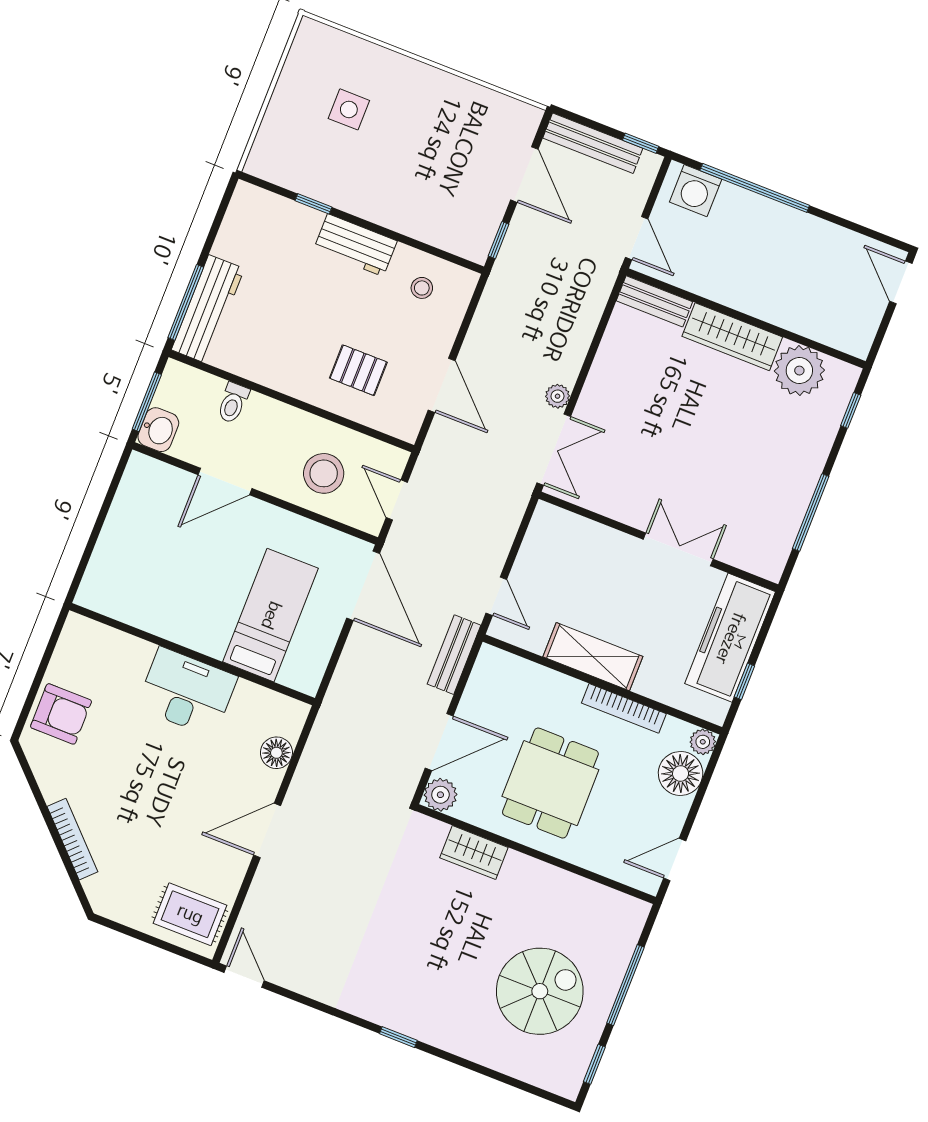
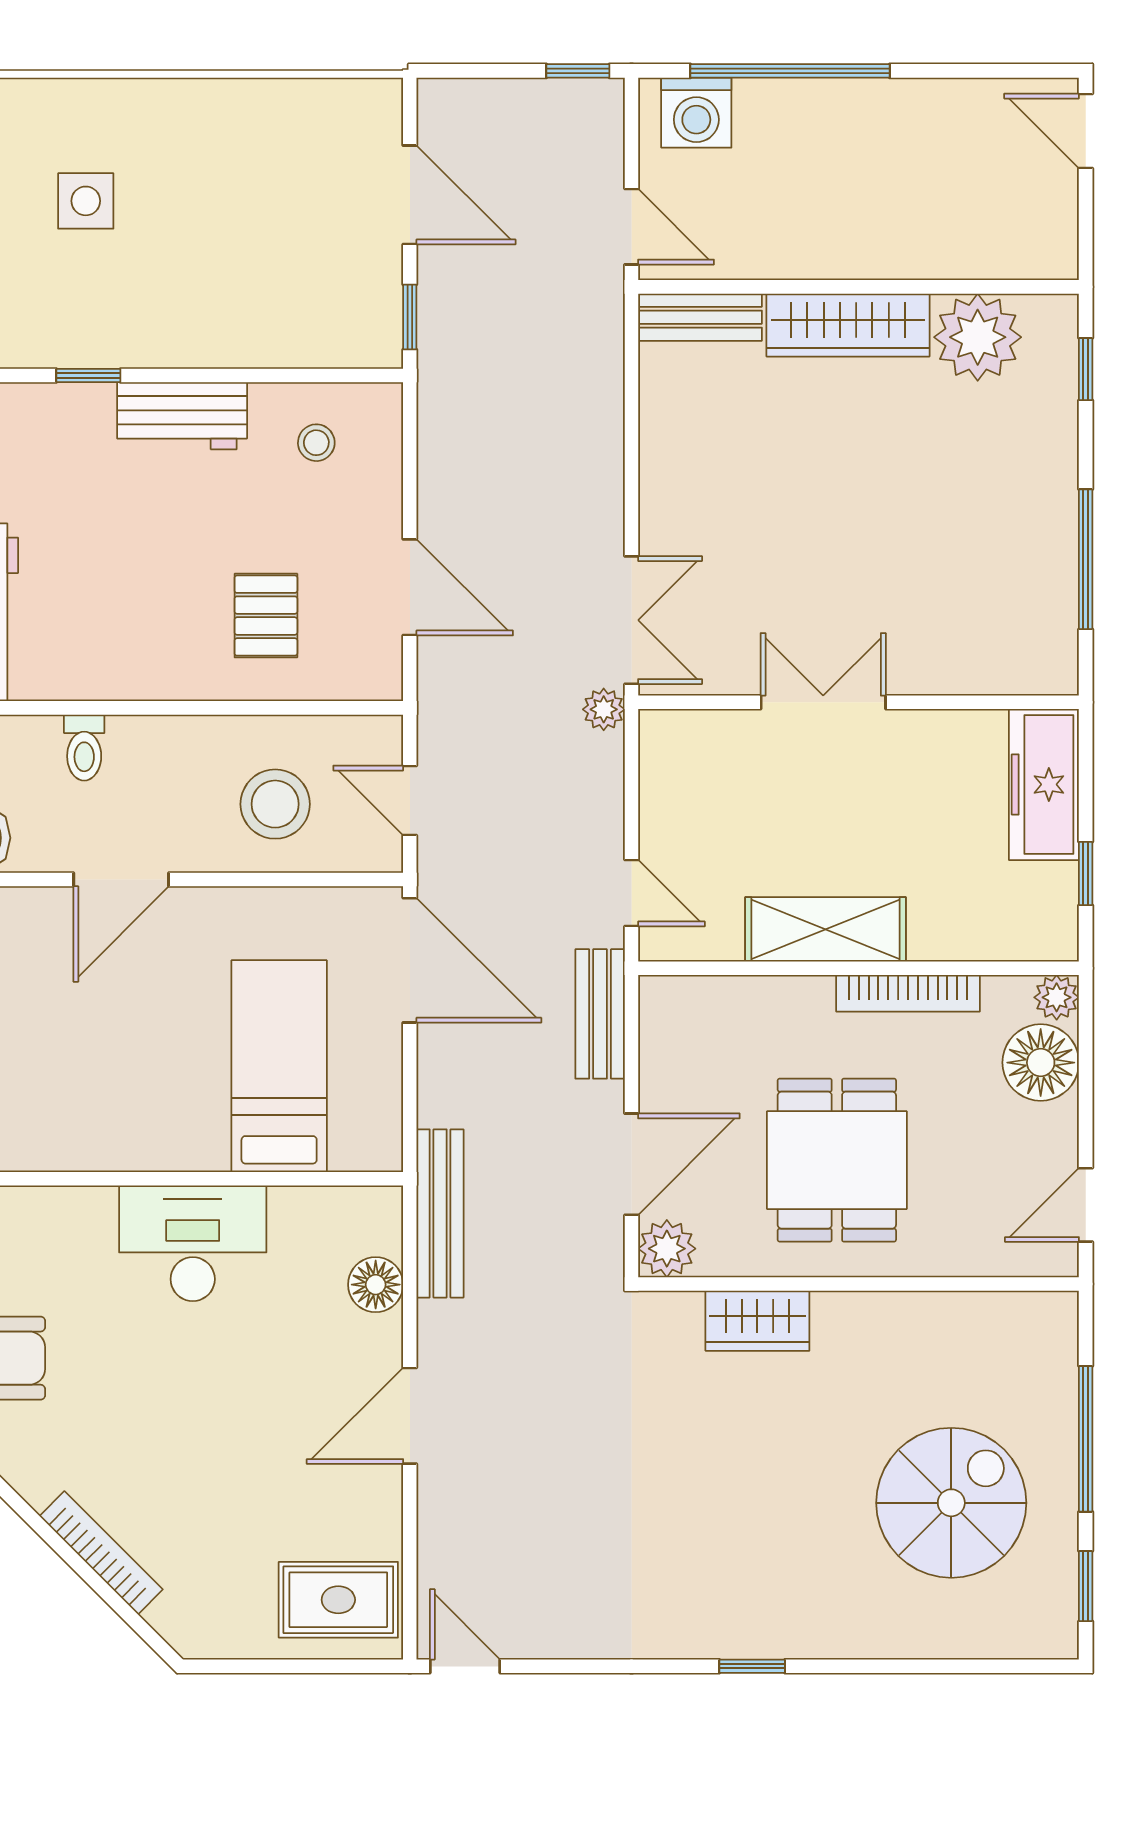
bench: (593, 143) -> (440, 1213), moved, turned 90
pallet: (358, 370) -> (266, 616), turned 90
plant: (558, 396) -> (604, 709), moved
double door: (678, 549) -> (823, 702), moved
freezer: (730, 638) -> (1044, 784), width x0.73, depth x0.79

